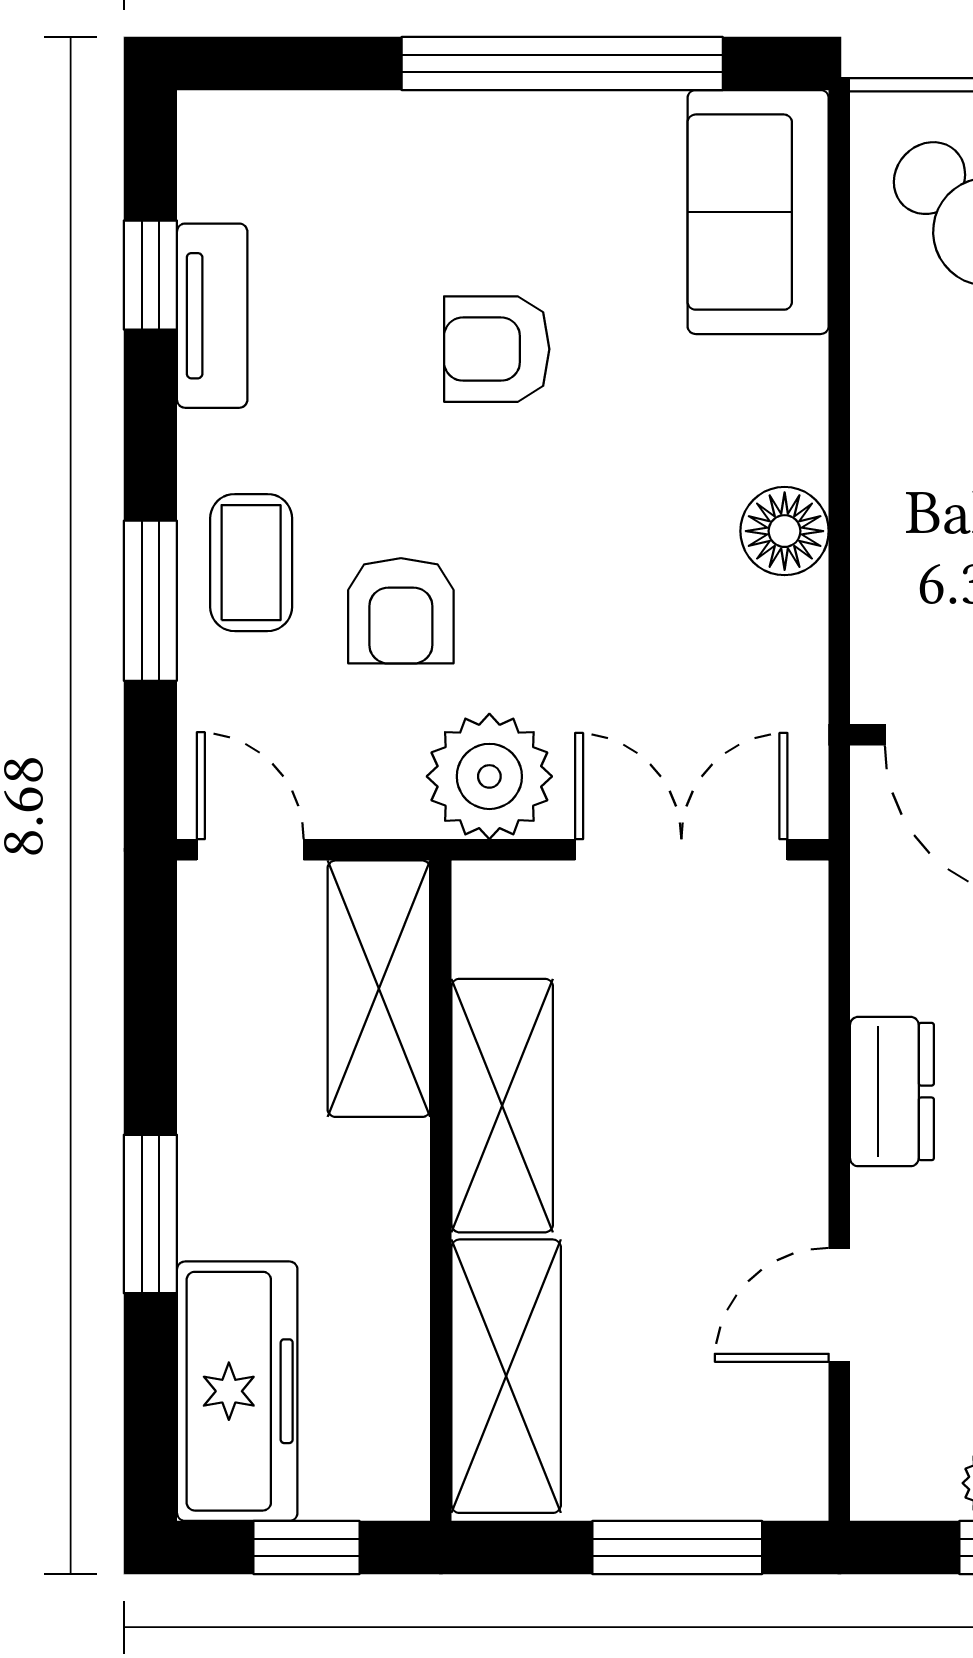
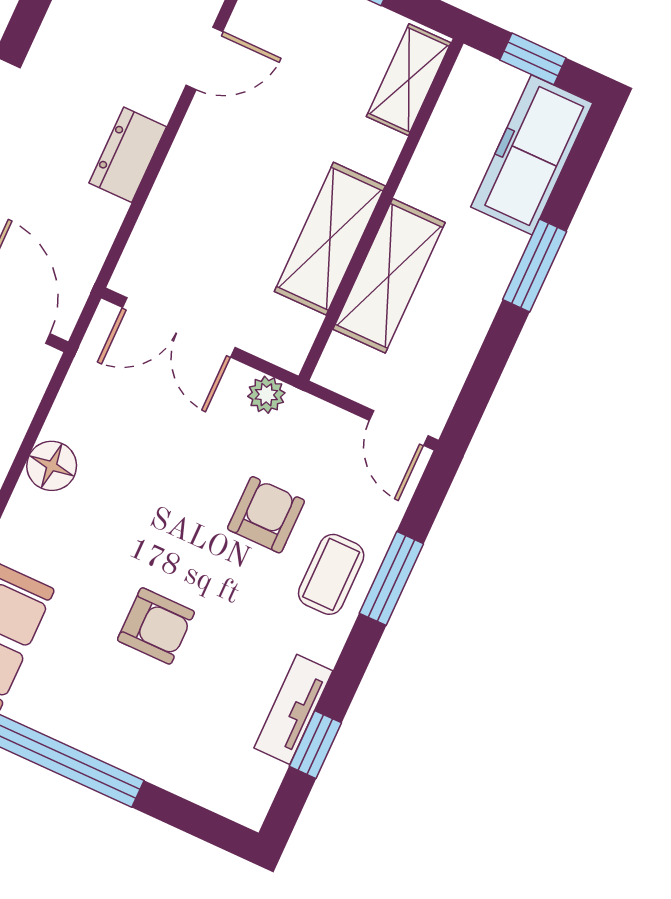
plant: (489, 776) -> (266, 395), width x0.53, depth x0.53
shelving: (379, 989) -> (389, 276), moved
shelving: (506, 1376) -> (409, 80), width x0.67, depth x0.75

